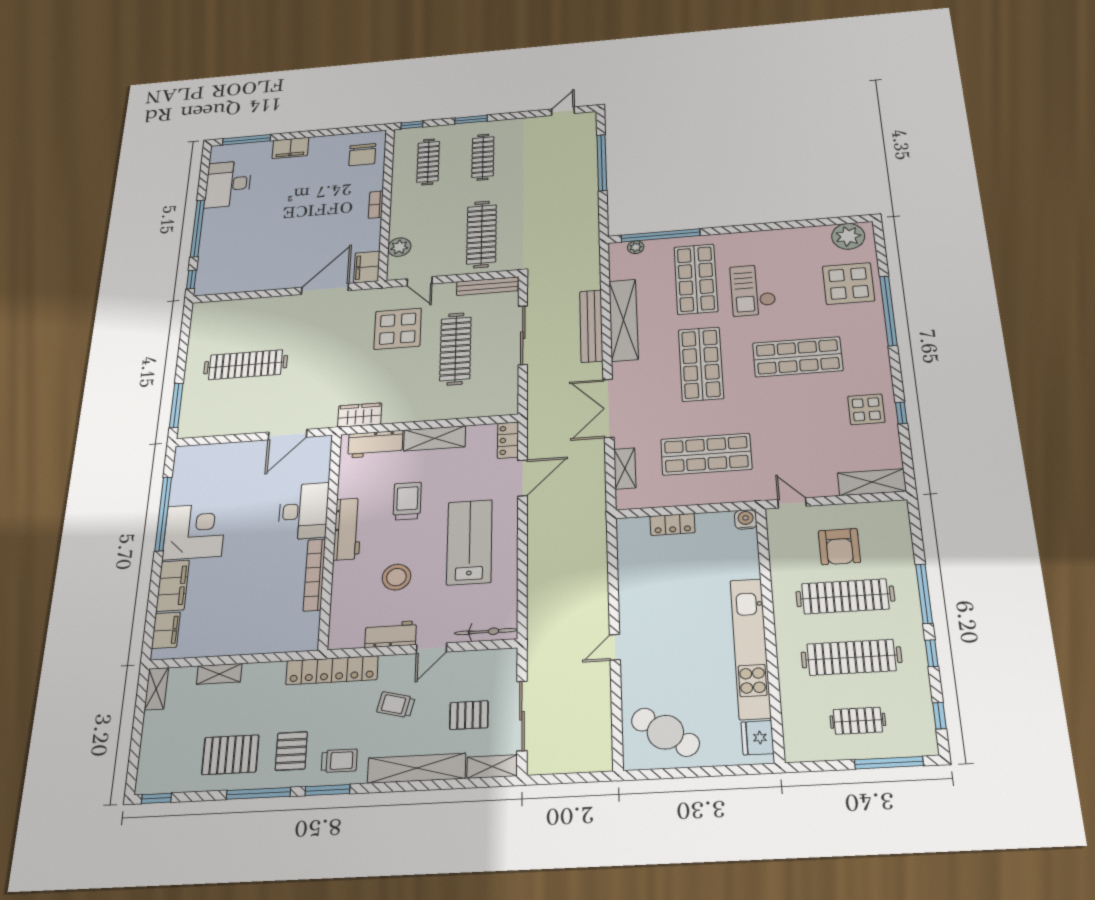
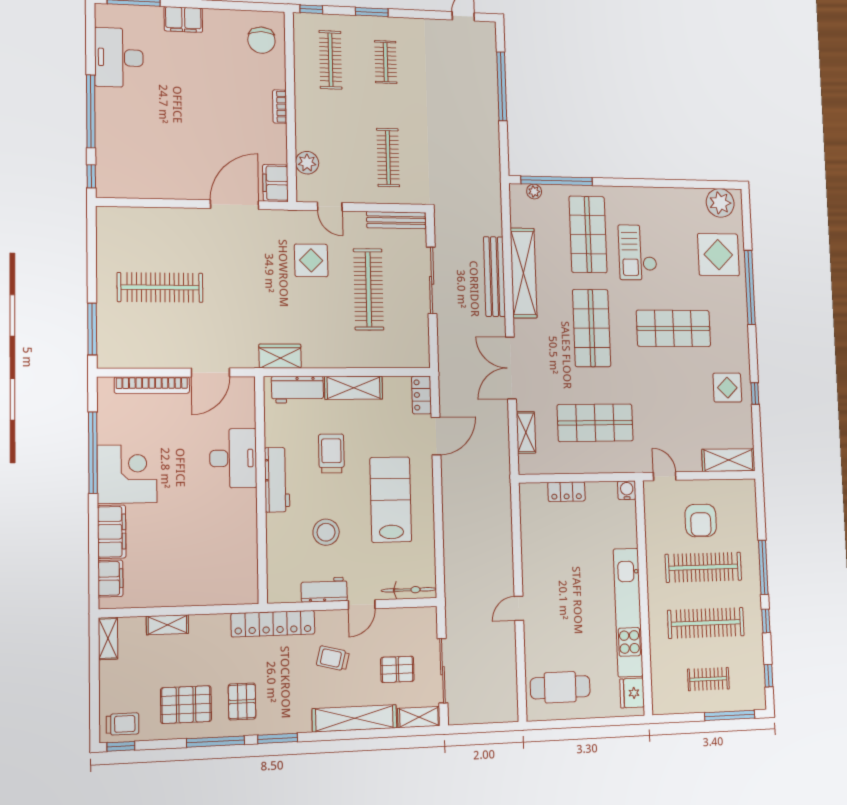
clothes rail: (483, 157) -> (386, 62), width x0.73
clothes rail: (482, 234) -> (388, 158), width x0.73, depth x0.76
display table: (398, 329) -> (311, 260), width x0.73, depth x0.73
bookcase: (314, 575) -> (152, 385), moved, turned -90
cafe table: (665, 732) -> (560, 687), turned -34
trolley: (339, 761) -> (122, 724), moved

